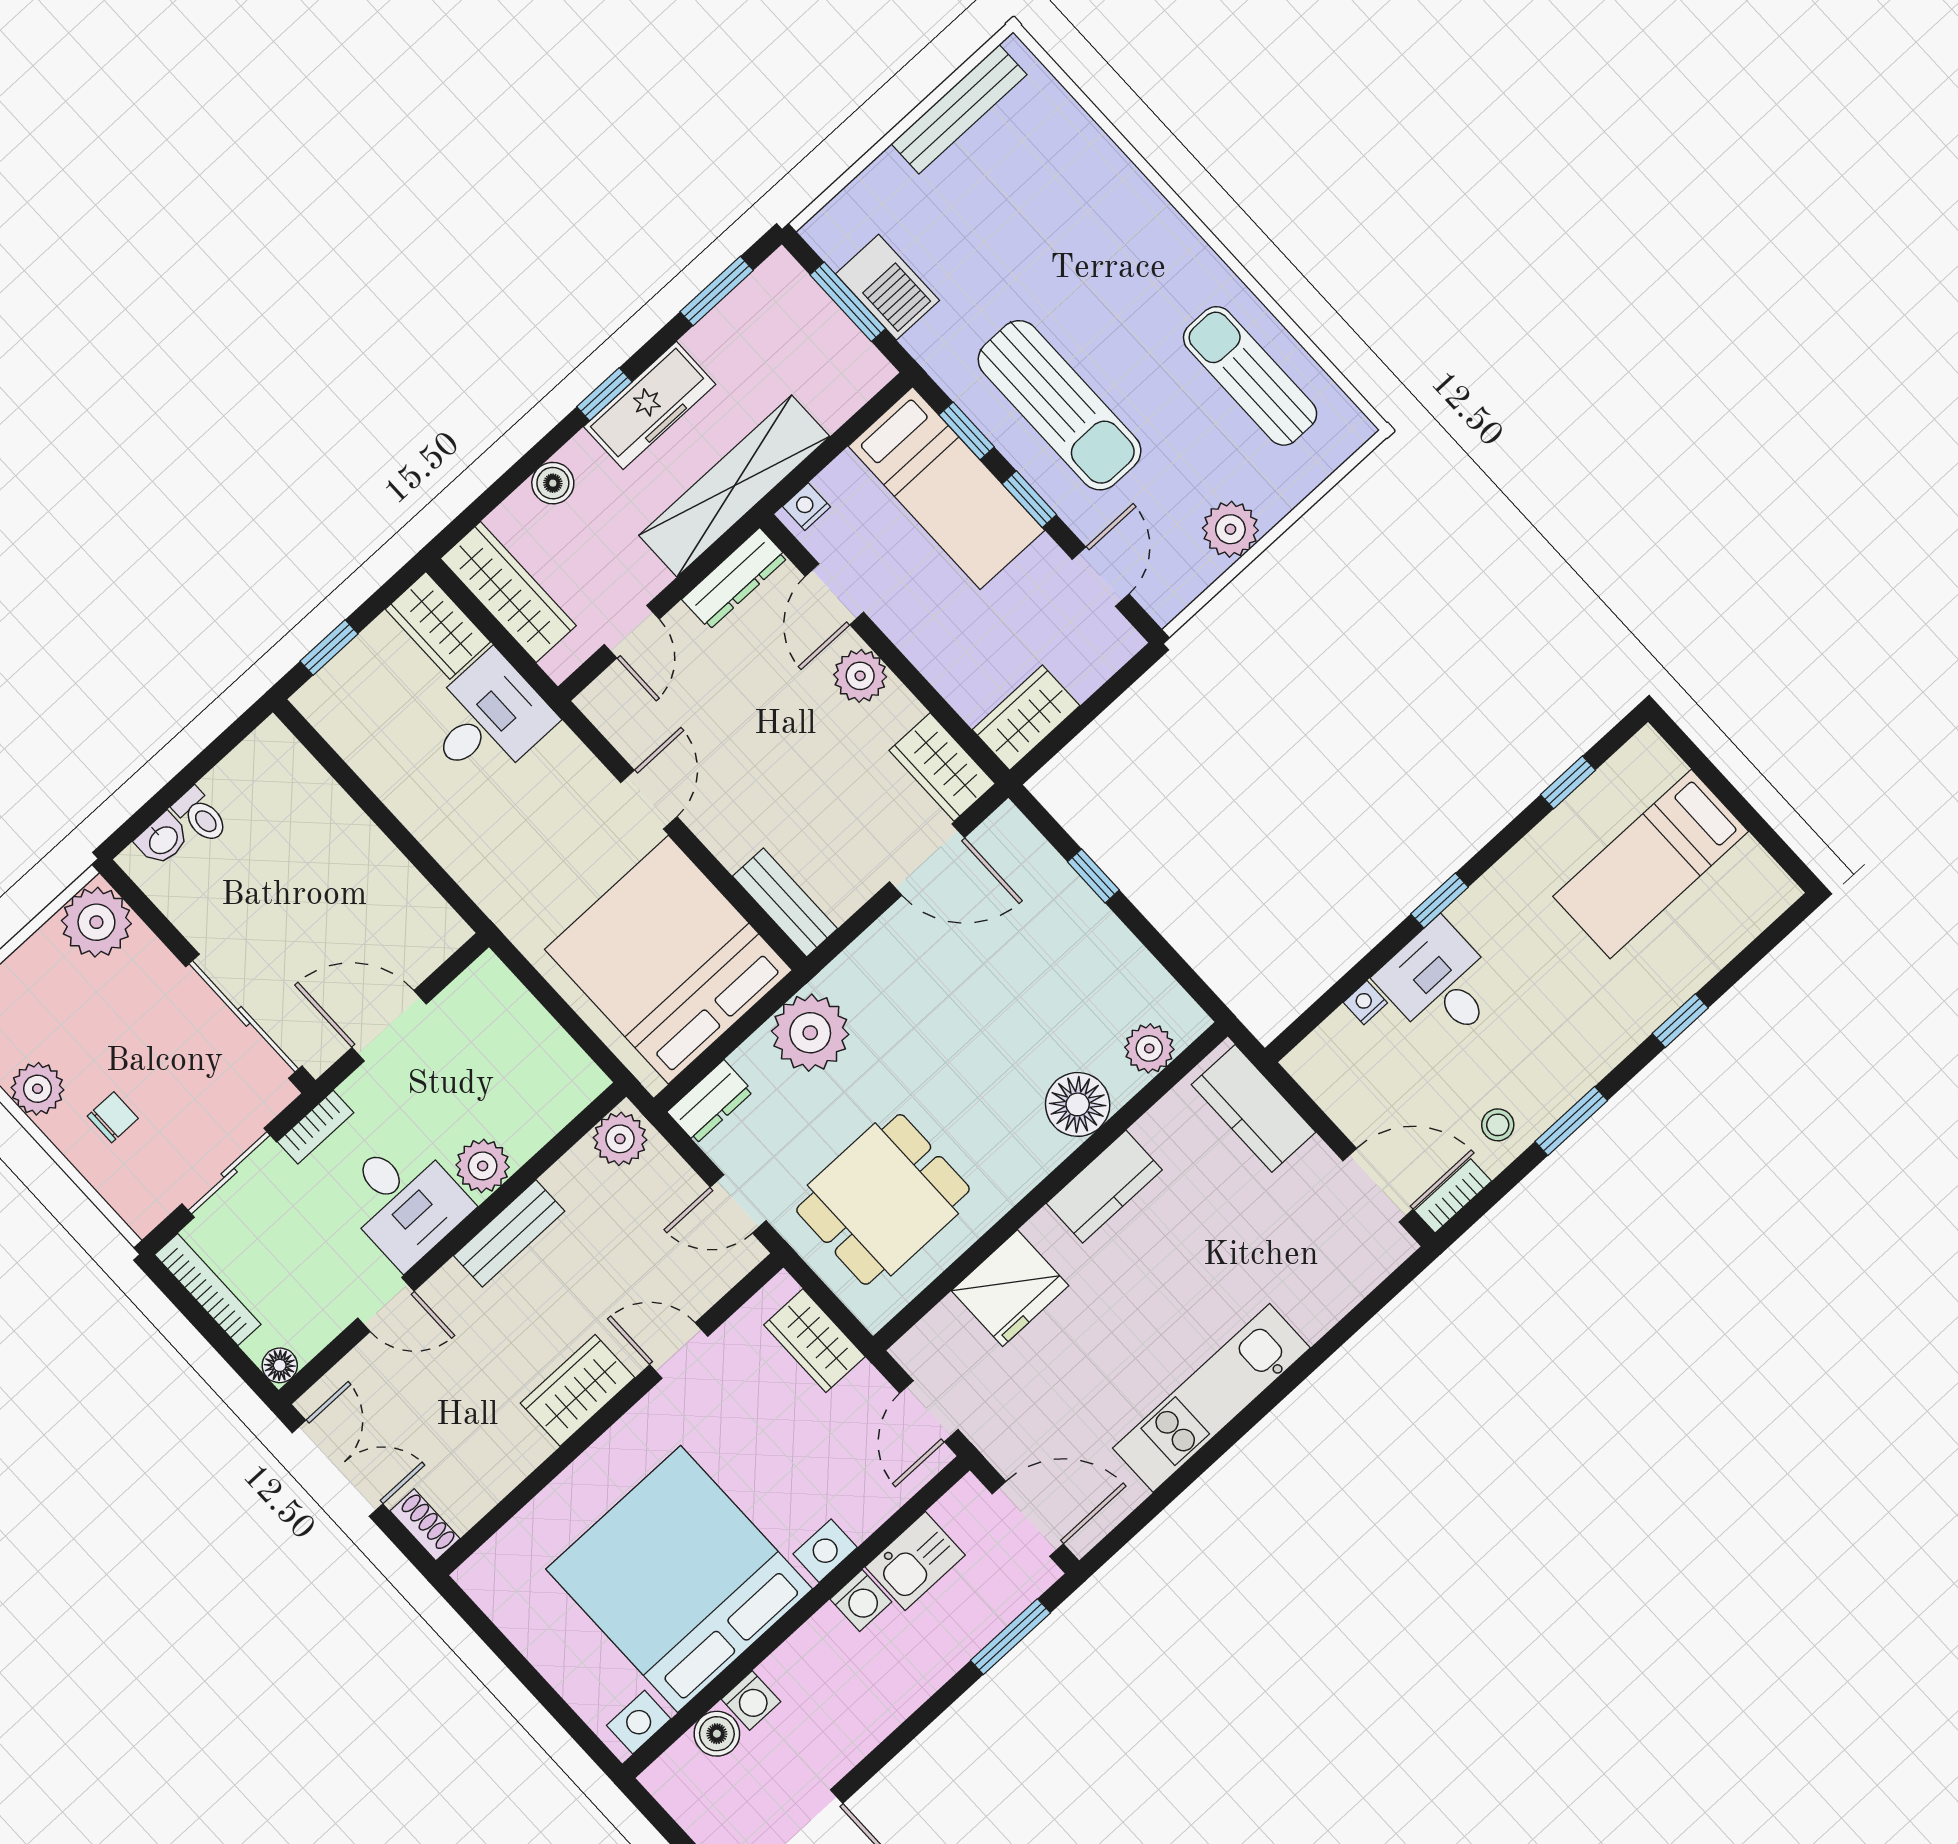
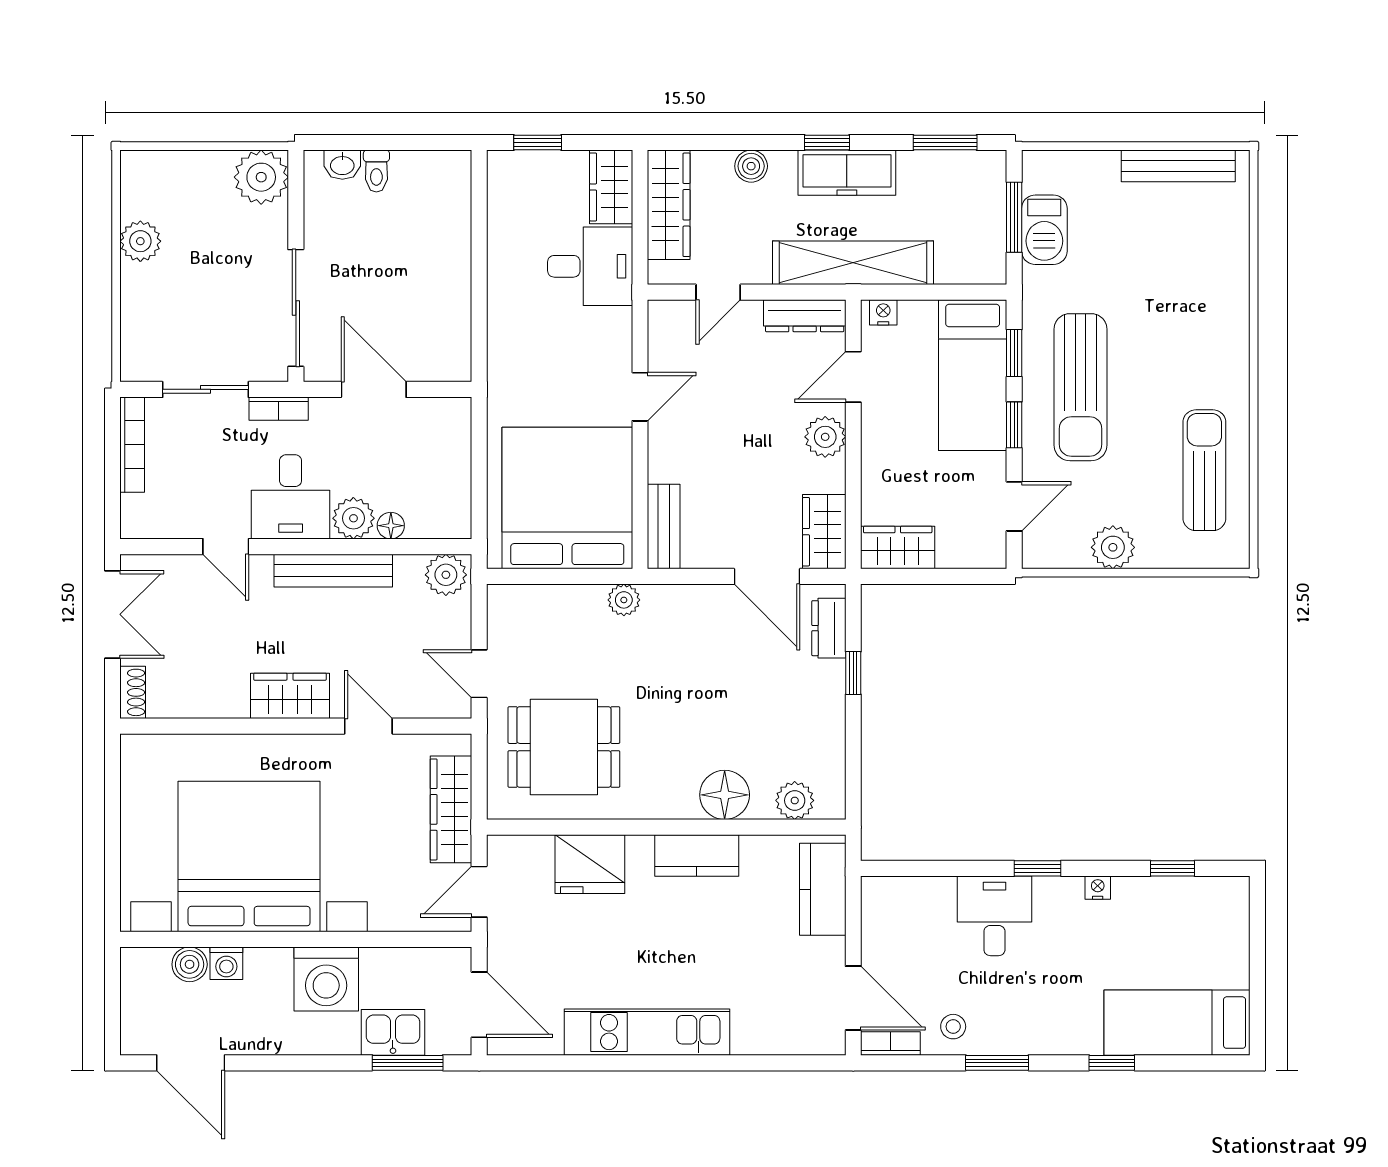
bed: (1651, 864) -> (1177, 1023), moved
nightstand: (1365, 1003) -> (1098, 888), moved
plant: (810, 1033) -> (624, 600), width x0.53, depth x0.53
dresser: (710, 1102) -> (829, 628), moved, turned 90
chair: (113, 1117) -> (168, 297), removed
bench: (509, 1233) -> (333, 571), width x1.36
wardrobe: (814, 1341) -> (451, 809), width x1.50
floor lamp: (280, 1365) -> (391, 526), moved
kitchen sink: (915, 1561) -> (393, 1032), moved, turned 180
washing machine: (861, 1600) -> (326, 979), width x1.89, depth x1.89

